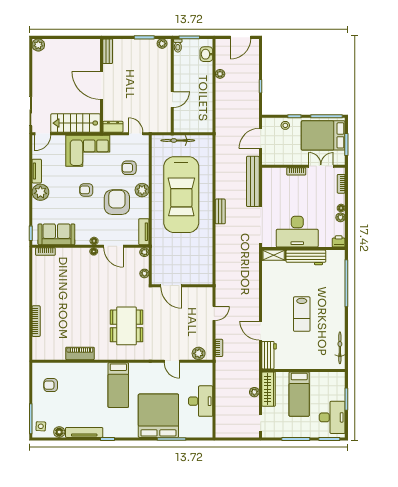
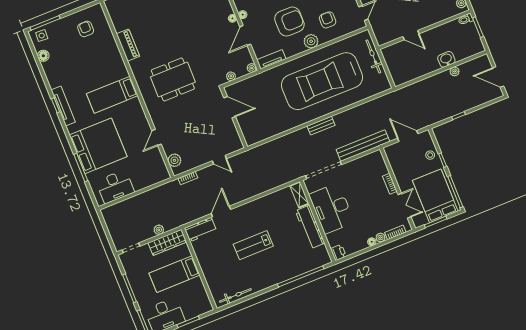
washbasin: (206, 54) -> (446, 59), moved
plant: (340, 217) -> (381, 238), moved
door: (171, 286) -> (230, 107), swing flipped
desk: (201, 401) -> (115, 187), moved
tv unit: (84, 432) -> (63, 106), moved

